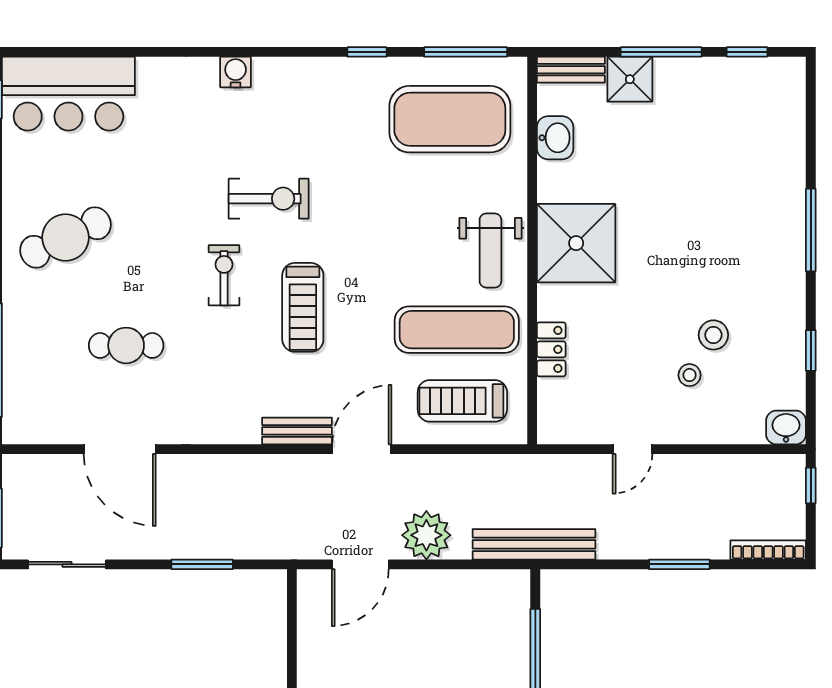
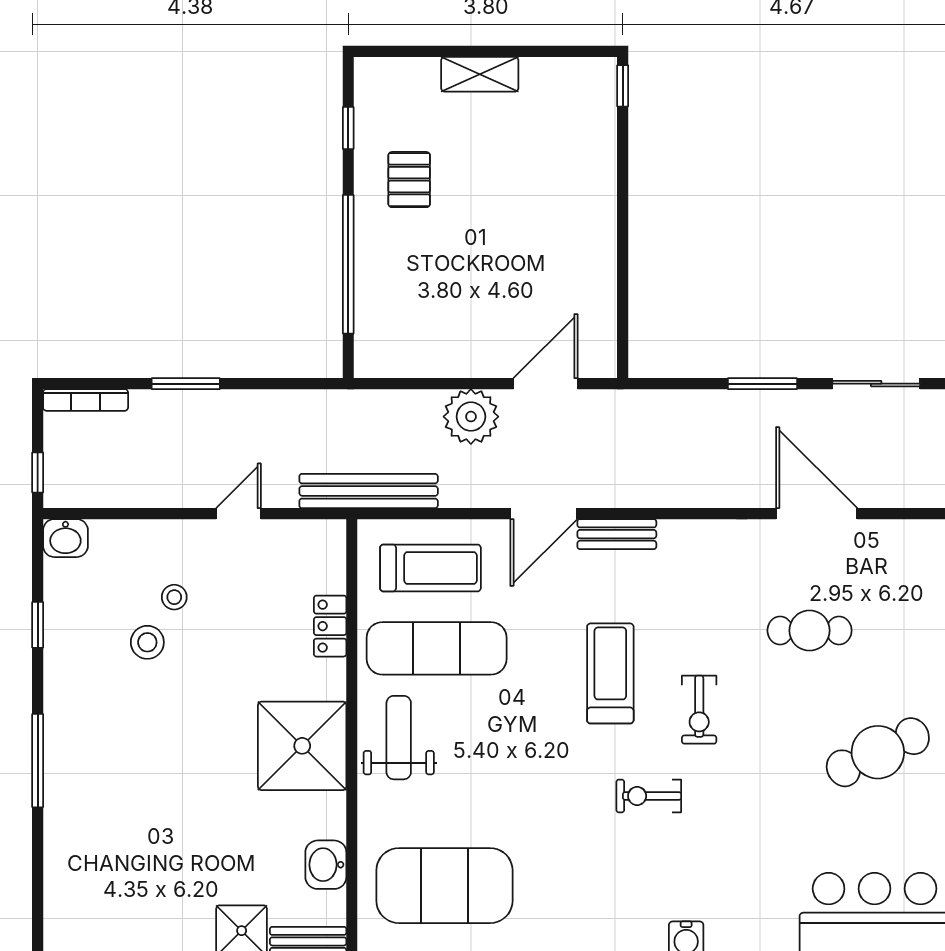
exercise bike: (269, 199) -> (649, 796), width x0.73, depth x0.72
bench: (534, 544) -> (369, 491), moved
window: (202, 564) -> (762, 384), moved

